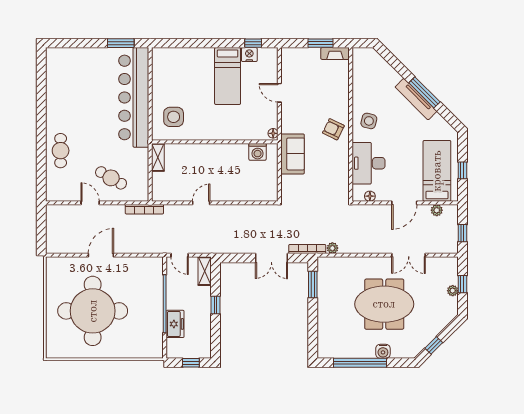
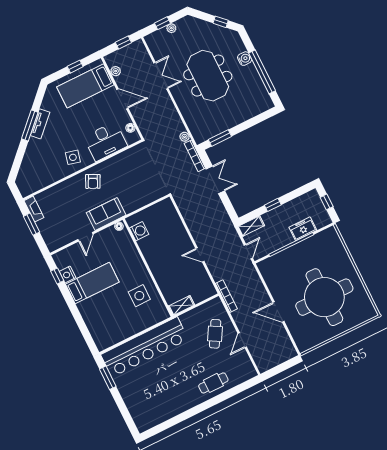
tv unit: (416, 99) -> (40, 124), width x0.71
side table: (174, 117) -> (139, 296), moved
sofa: (293, 154) -> (106, 214), moved

